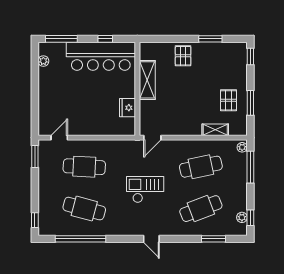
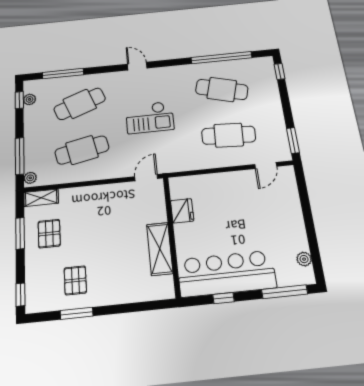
pallet: (183, 56) -> (75, 280), moved
shelving: (215, 130) -> (41, 198), moved
window: (214, 239) -> (63, 74), width x1.44

